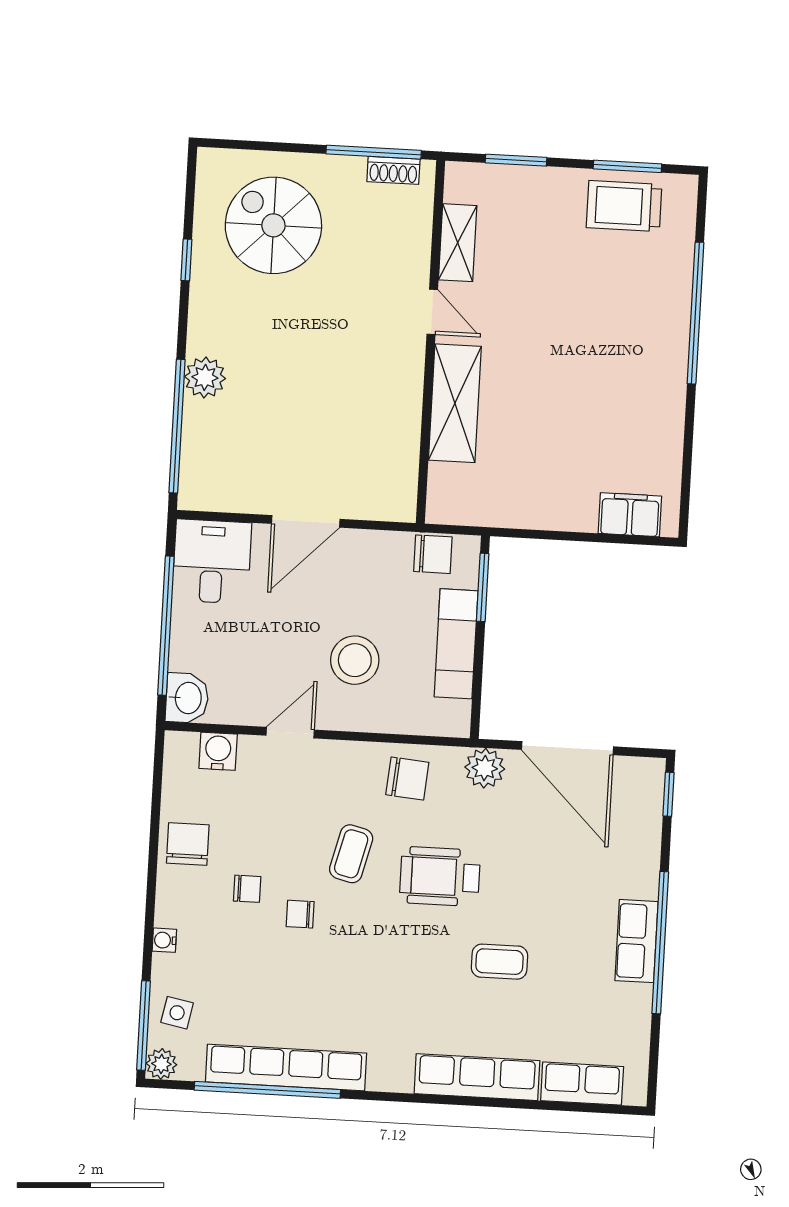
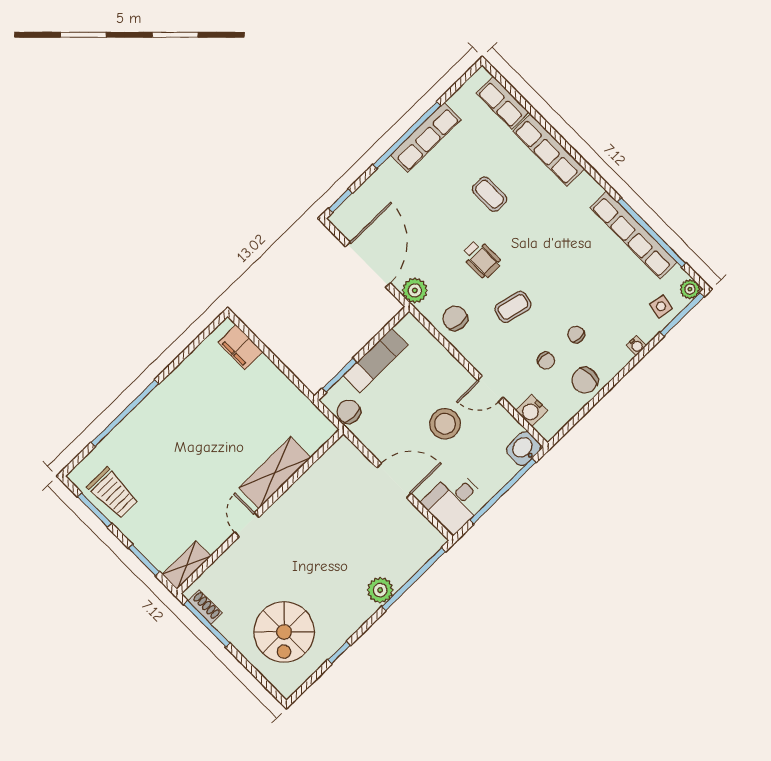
shelving: (458, 243) -> (187, 565), moved
stool: (355, 660) -> (445, 424), moved
wheelchair: (440, 877) -> (481, 259), width x0.73, depth x0.73
chair: (300, 914) -> (546, 361), moved
row of seats: (636, 941) -> (426, 137), width x1.48

